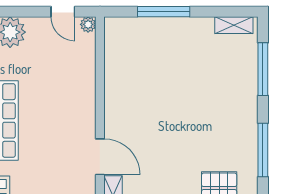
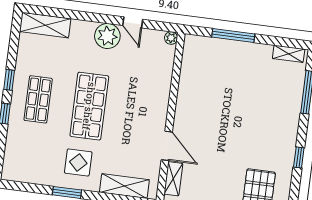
door: (63, 12) -> (133, 22), moved
window: (263, 150) -> (299, 157), width x0.46

